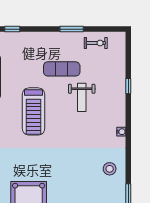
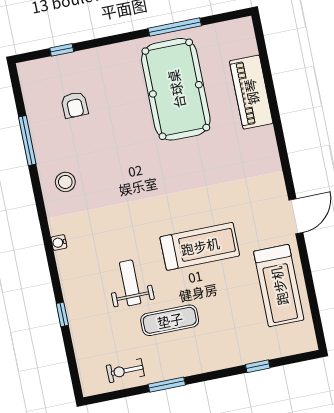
treadmill: (34, 111) -> (200, 246), turned 90

